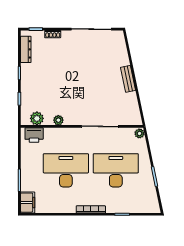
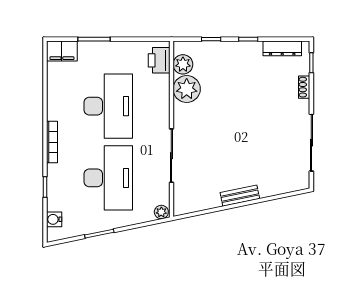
plant: (58, 120) -> (187, 89), width x1.88, depth x1.88
water cooler: (145, 208) -> (54, 219), added

